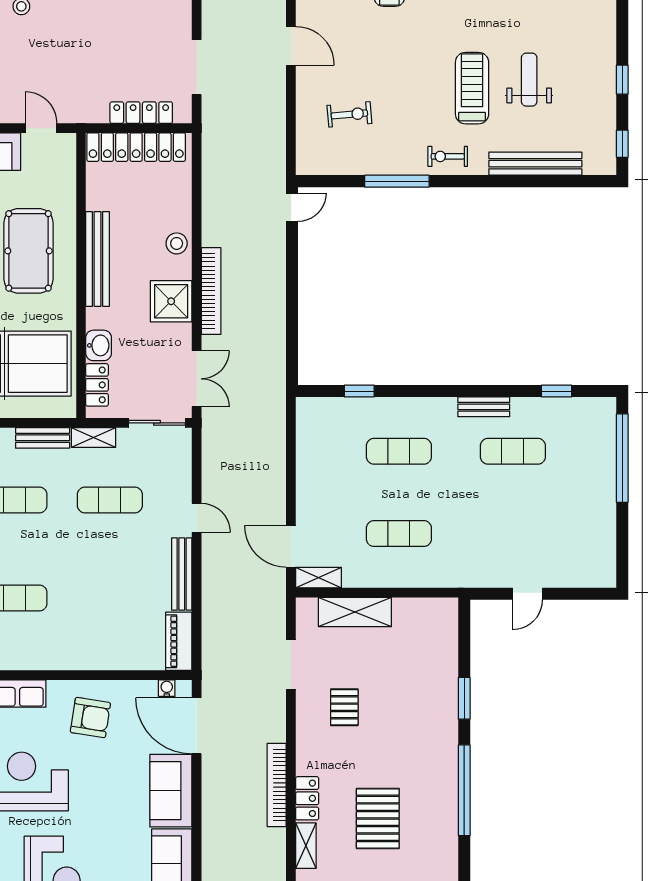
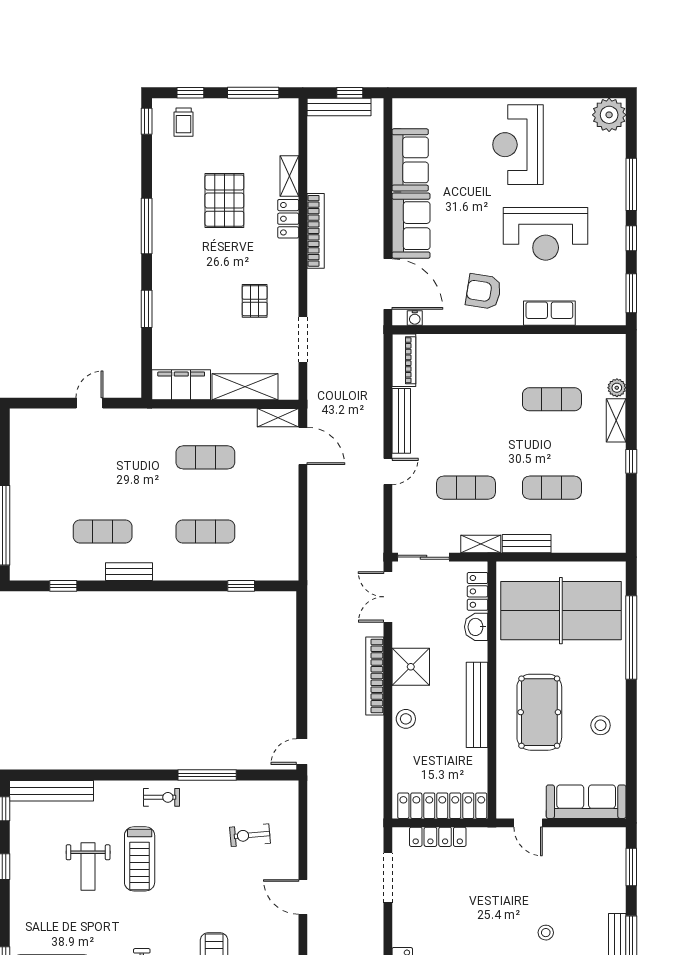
bench: (535, 164) -> (51, 791), moved
door: (197, 518) -> (388, 471), swing flipped
filing cabinet: (426, 614) -> (181, 385), added
window: (464, 790) -> (147, 226), width x0.68

